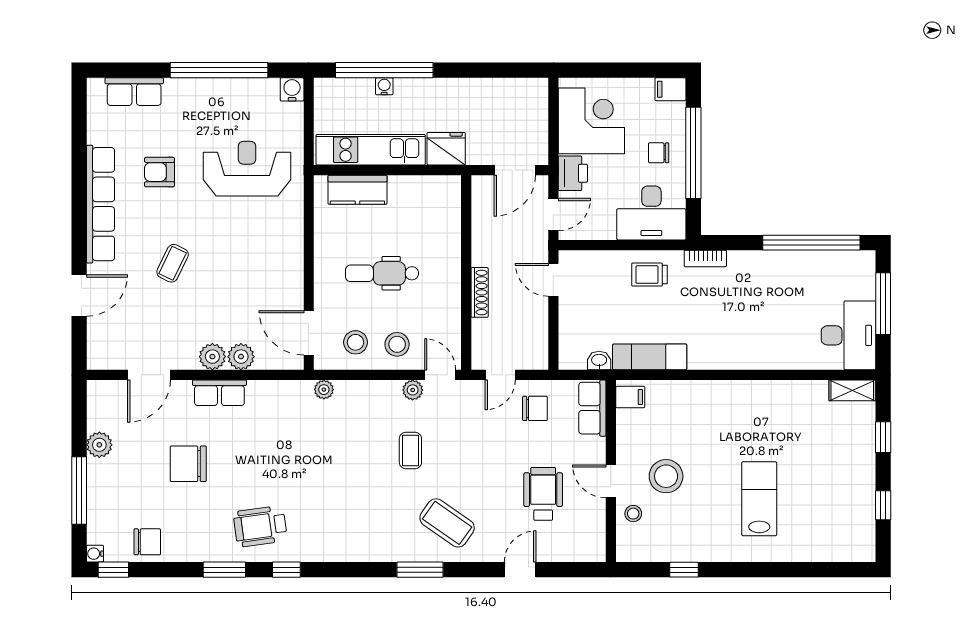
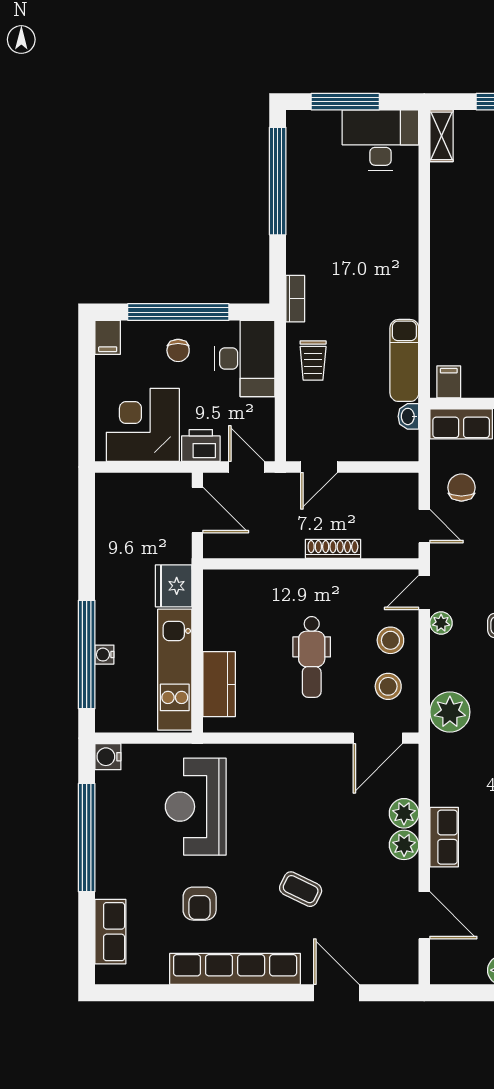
plant: (324, 390) -> (450, 712), width x1.87, depth x1.87

